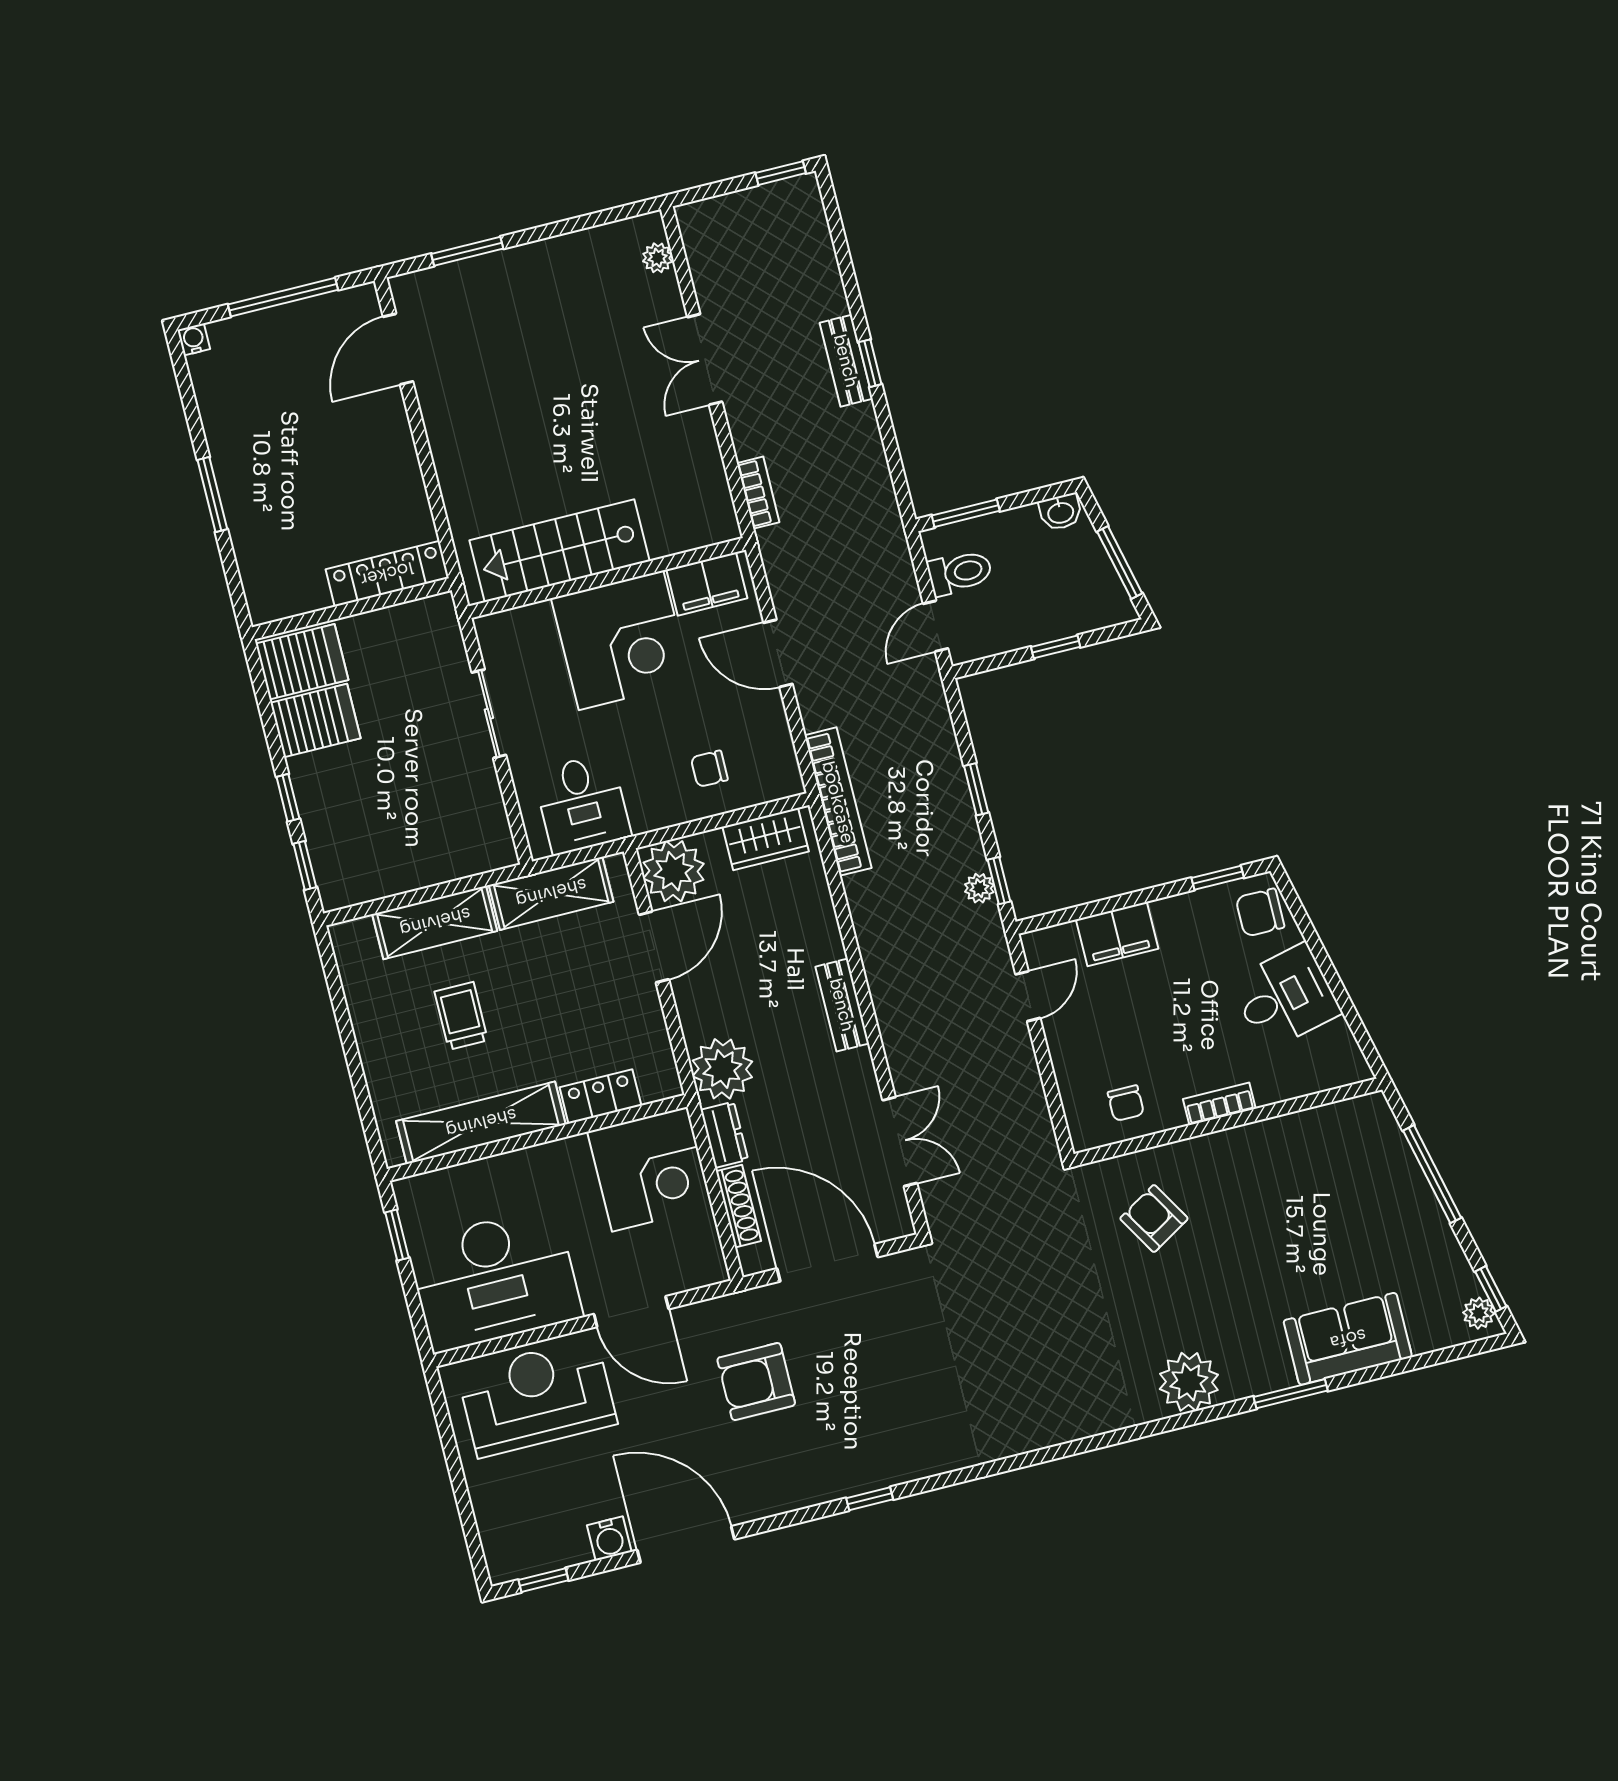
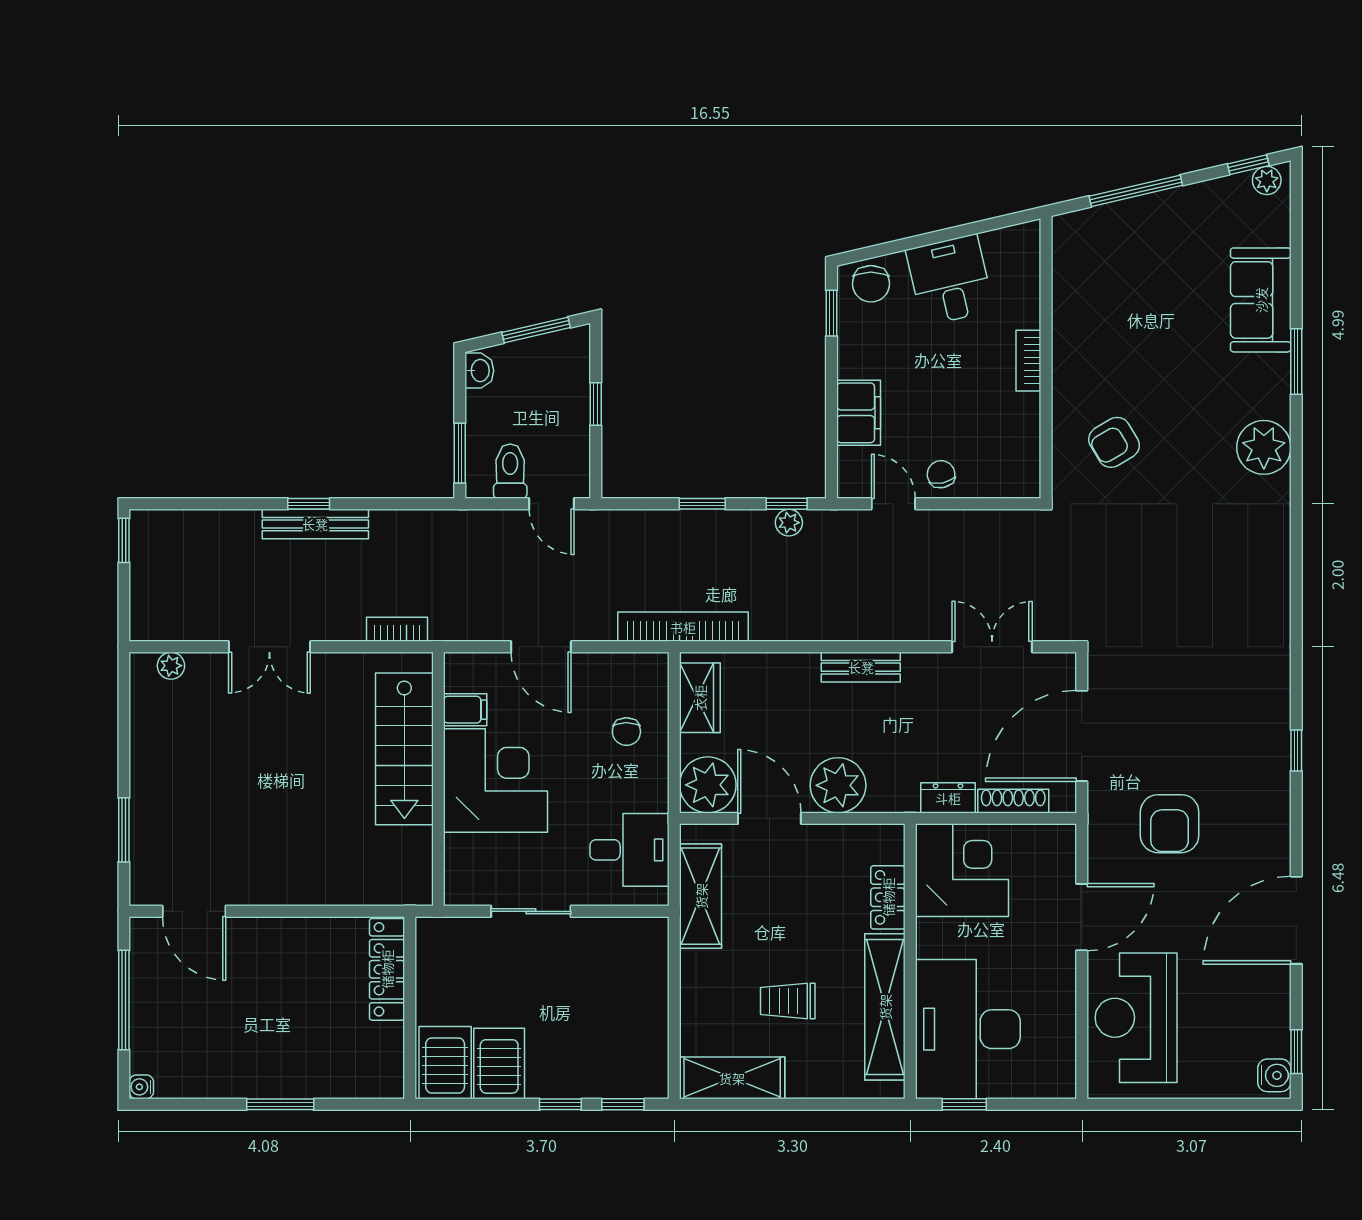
bench: (846, 361) -> (315, 524), width x1.36
stairs: (559, 551) -> (404, 749), moved
filing cabinet: (707, 584) -> (465, 710), width x0.50
door: (778, 653) -> (541, 647), hinge flipped
shelving: (435, 922) -> (732, 1078), moved, turned 90
plant: (722, 1069) -> (838, 785), moved
chair: (1126, 1103) -> (941, 474), moved, turned -102
desk: (494, 1280) -> (968, 1029), moved, turned 180
water cooler: (609, 1539) -> (1274, 1075), moved

